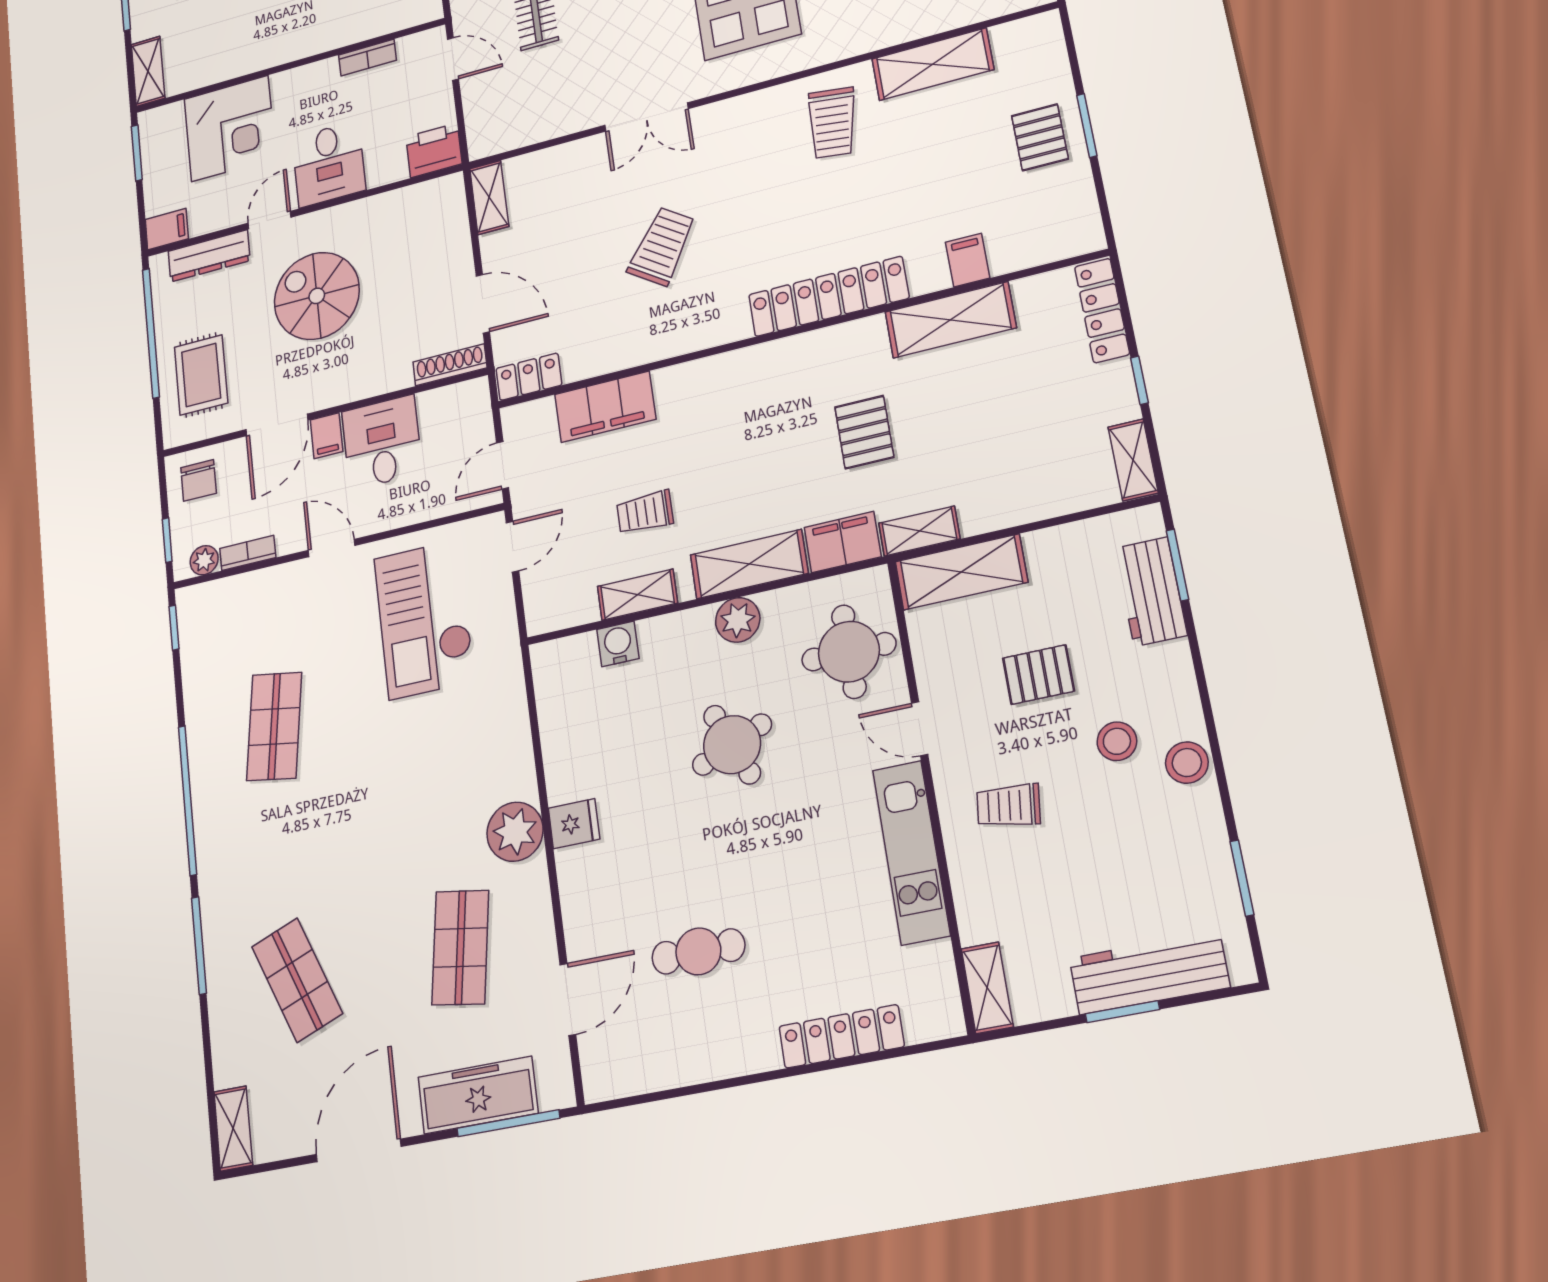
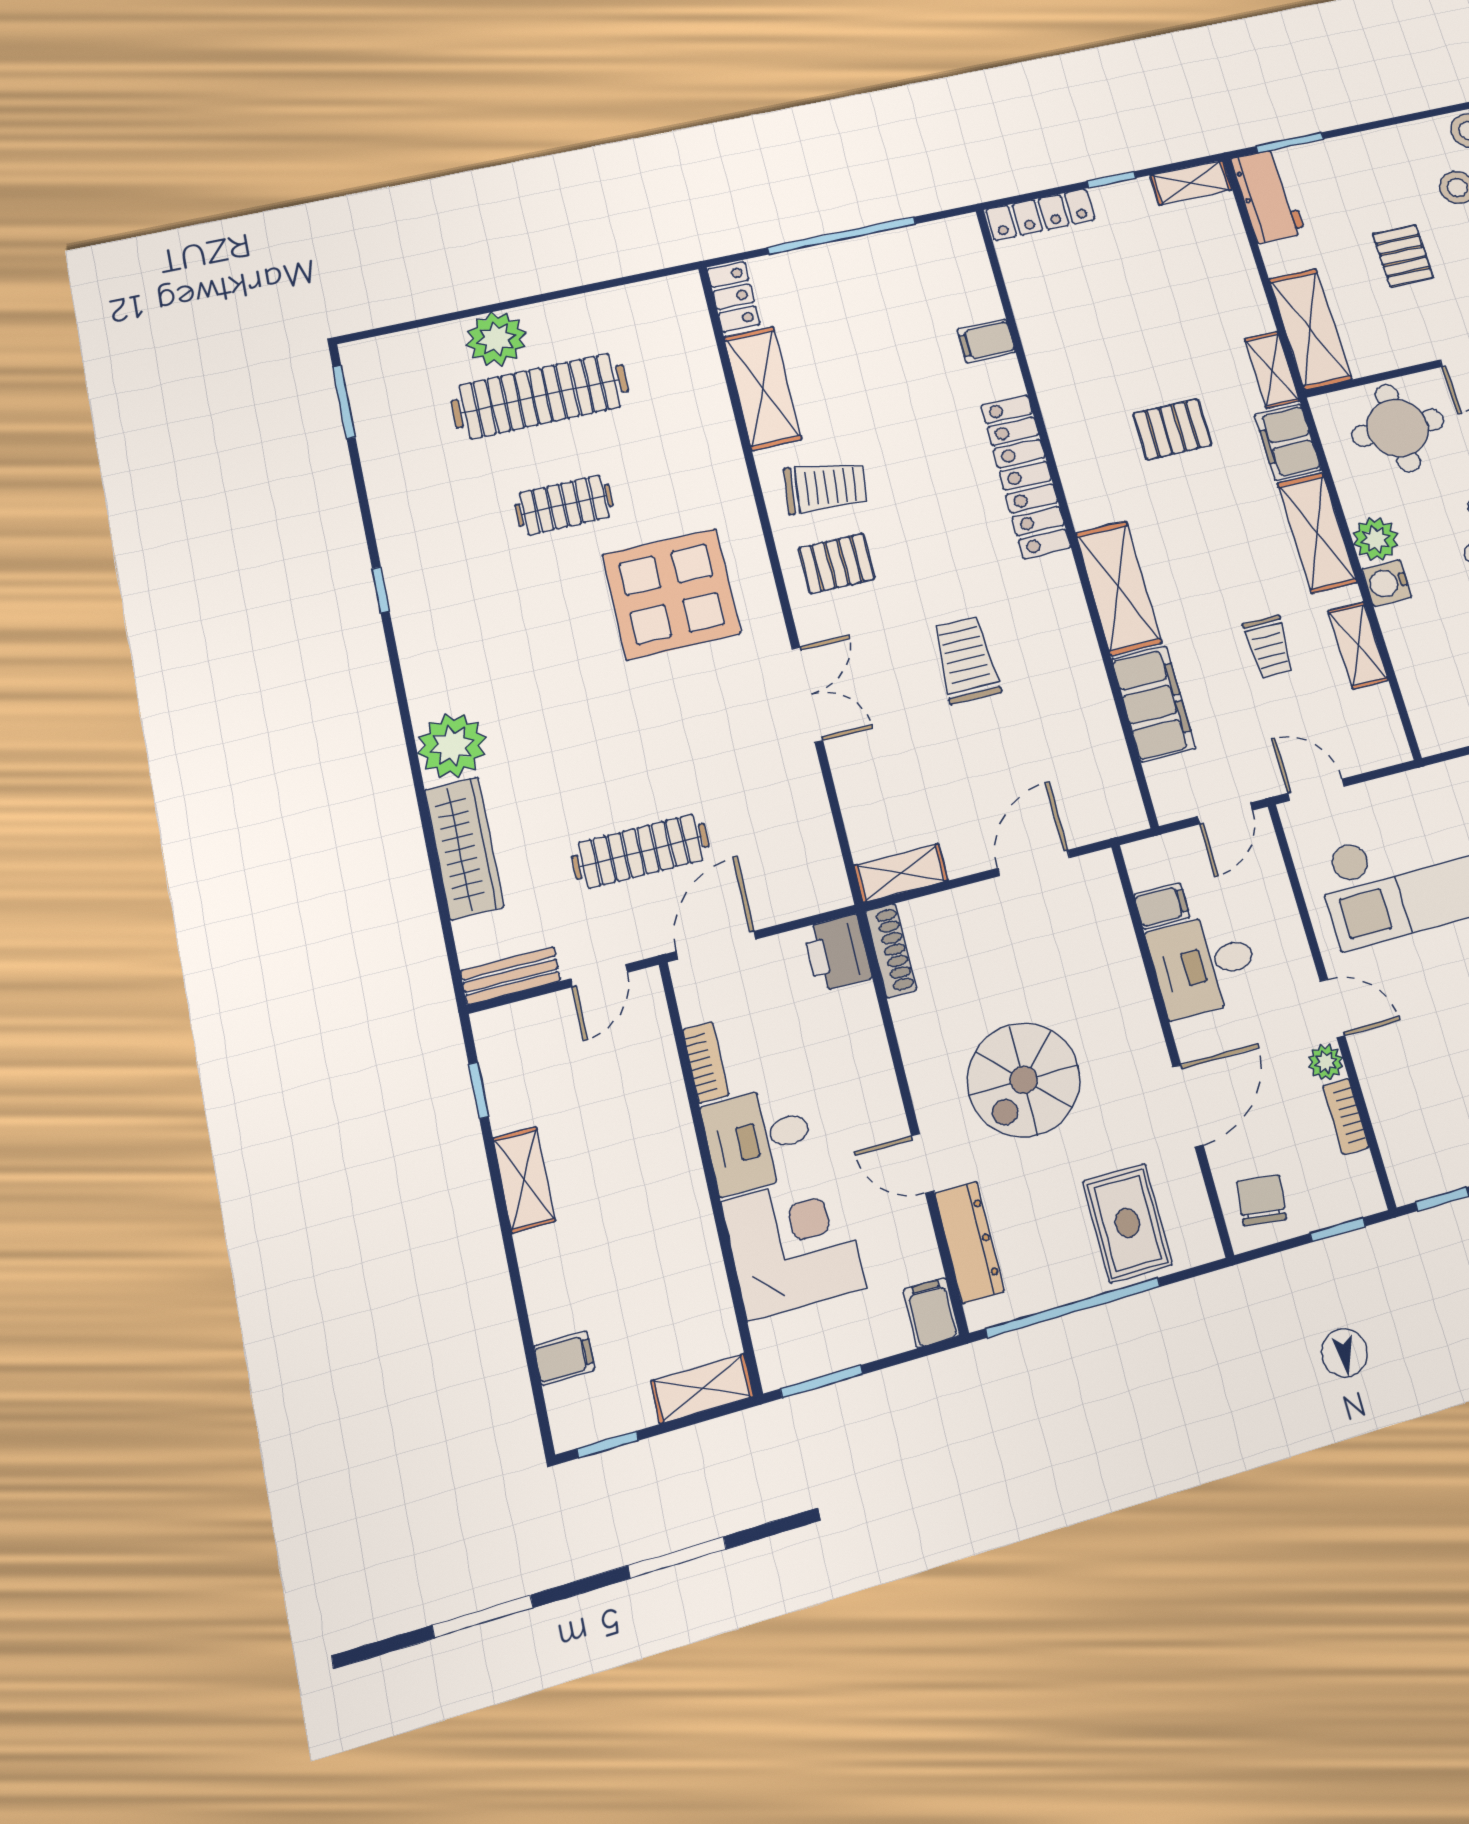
door: (453, 59) -> (716, 945), width x1.38
window: (1087, 125) -> (842, 236), width x2.11
pallet: (1040, 137) -> (837, 563), moved
desk: (329, 164) -> (759, 1139), moved, turned 180
trolley: (662, 246) -> (966, 660), turned 56
shelving: (950, 320) -> (1118, 588), moved
shoe rack: (450, 365) -> (891, 951), moved, turned 180
rug: (201, 375) -> (1127, 1223), turned 90
locker: (529, 377) -> (734, 297), moved, turned 180
door: (277, 425) -> (1188, 1106), hinge flipped
filing cabinet: (327, 436) -> (1162, 906), moved
door: (503, 465) -> (1225, 813), hinge flipped
chair: (199, 480) -> (1262, 1200), turned -83
door: (332, 548) -> (1332, 1008), swing flipped
plant: (204, 560) -> (1326, 1062), moved
workbench: (1151, 592) -> (1268, 196), moved, turned -90
water cooler: (618, 644) -> (1387, 583), moved

